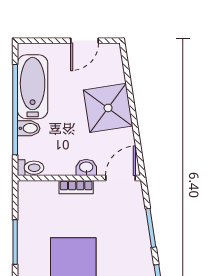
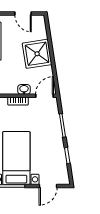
door: (85, 41) -> (23, 14), hinge flipped

